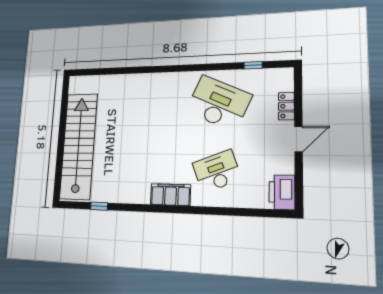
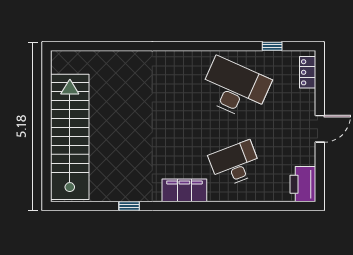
locker: (286, 106) -> (308, 72), moved
window: (99, 206) -> (129, 206), moved

